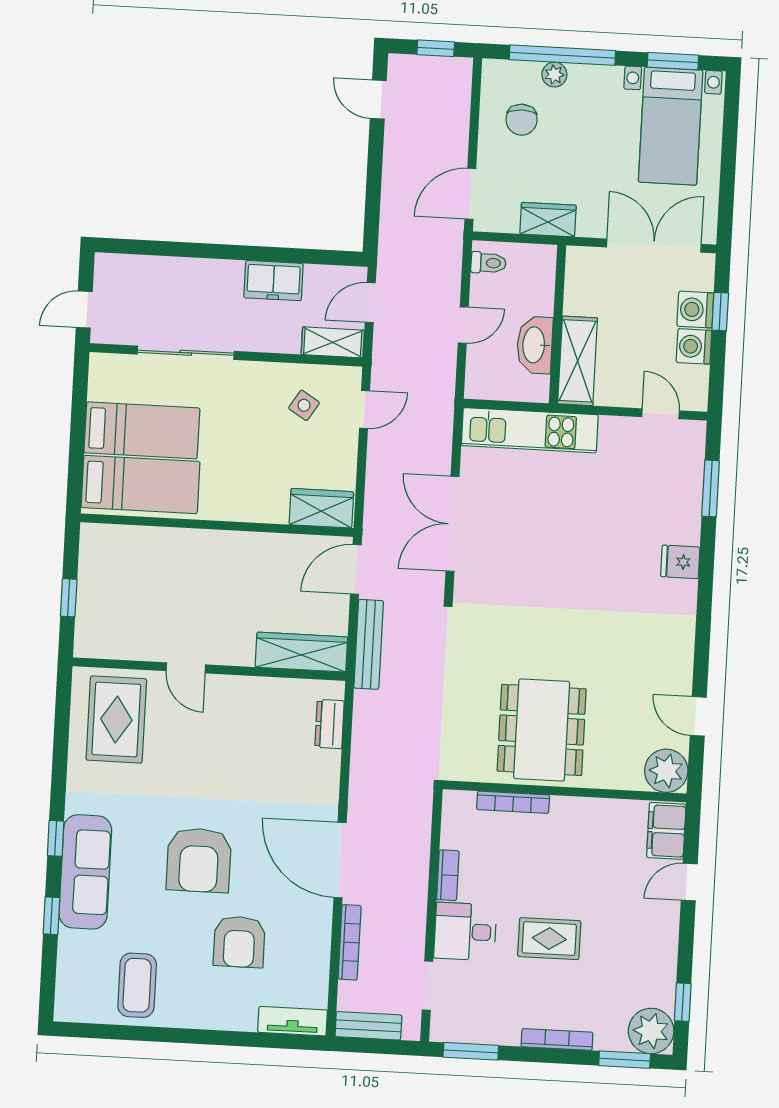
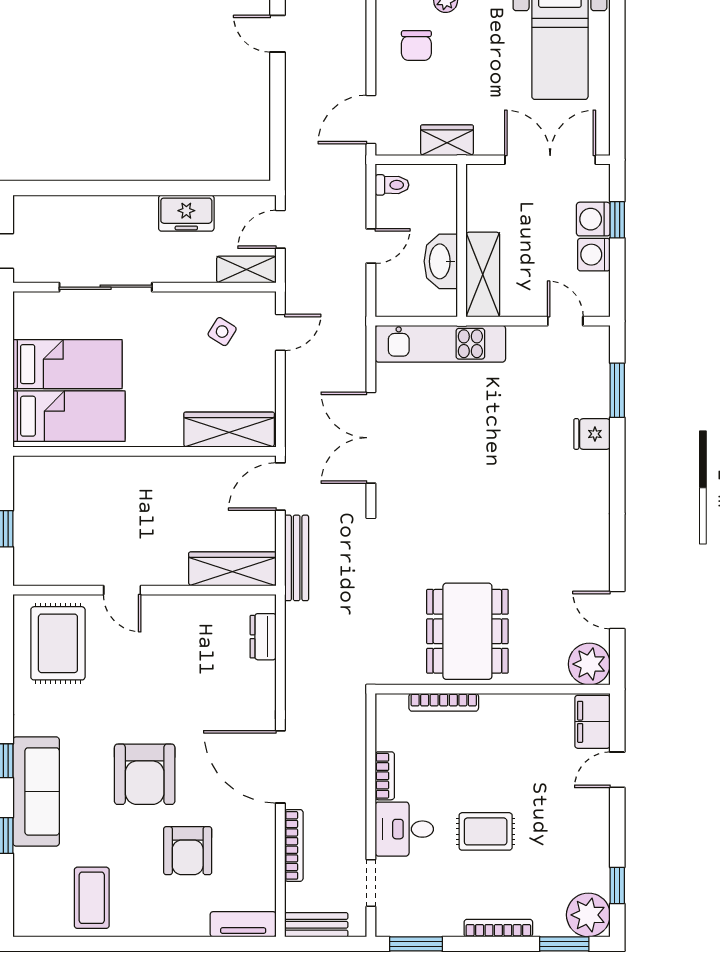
wardrobe: (321, 508) -> (229, 430), width x1.50
fridge: (680, 562) -> (592, 434), moved

